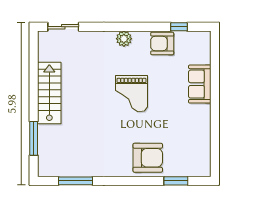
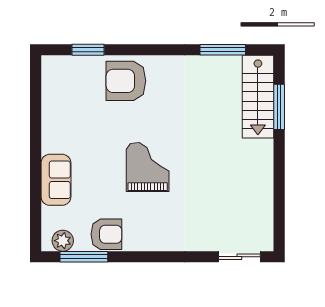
window: (179, 27) -> (84, 257), width x2.17
plant: (124, 39) -> (63, 241), moved
stairs: (49, 93) -> (258, 97), moved

